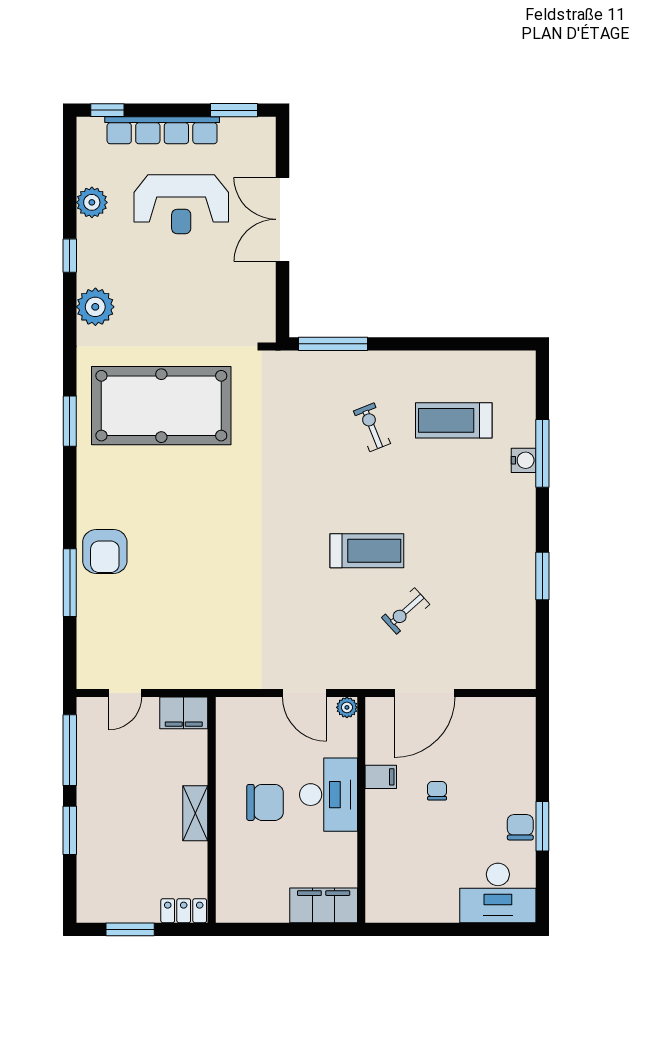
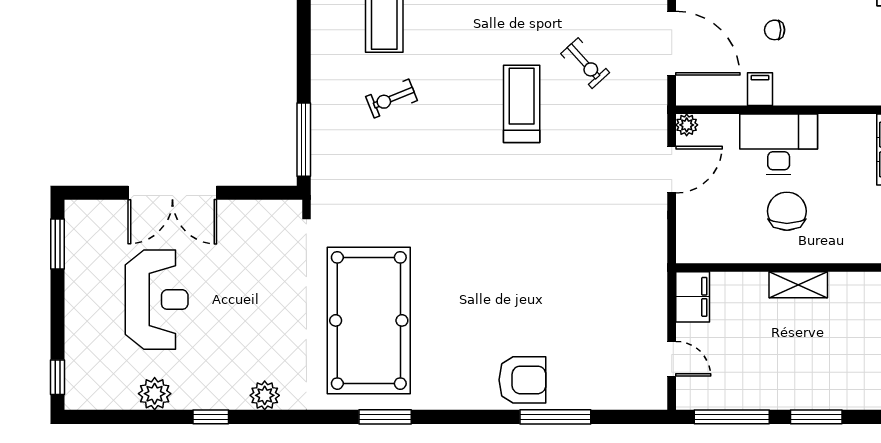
row of seats: (162, 130) -> (79, 320), removed
plant: (95, 307) -> (265, 395), width x0.73, depth x0.73

